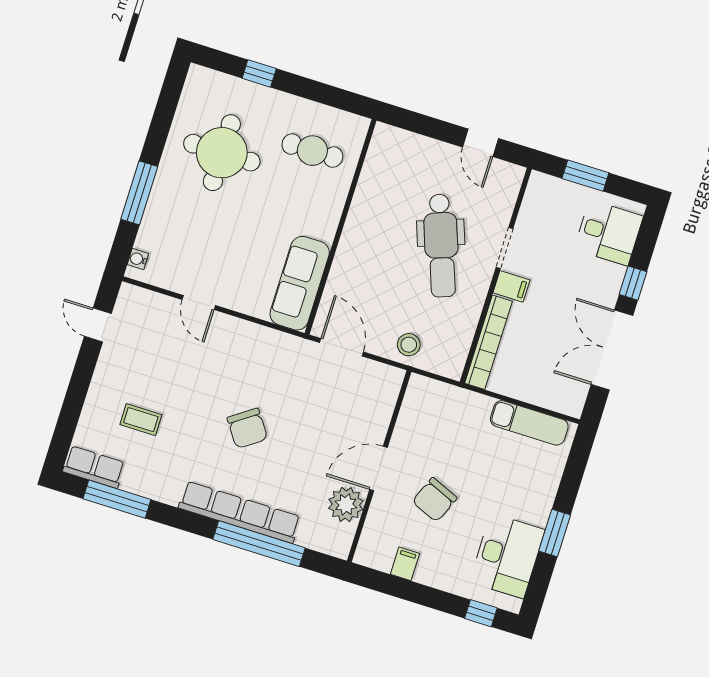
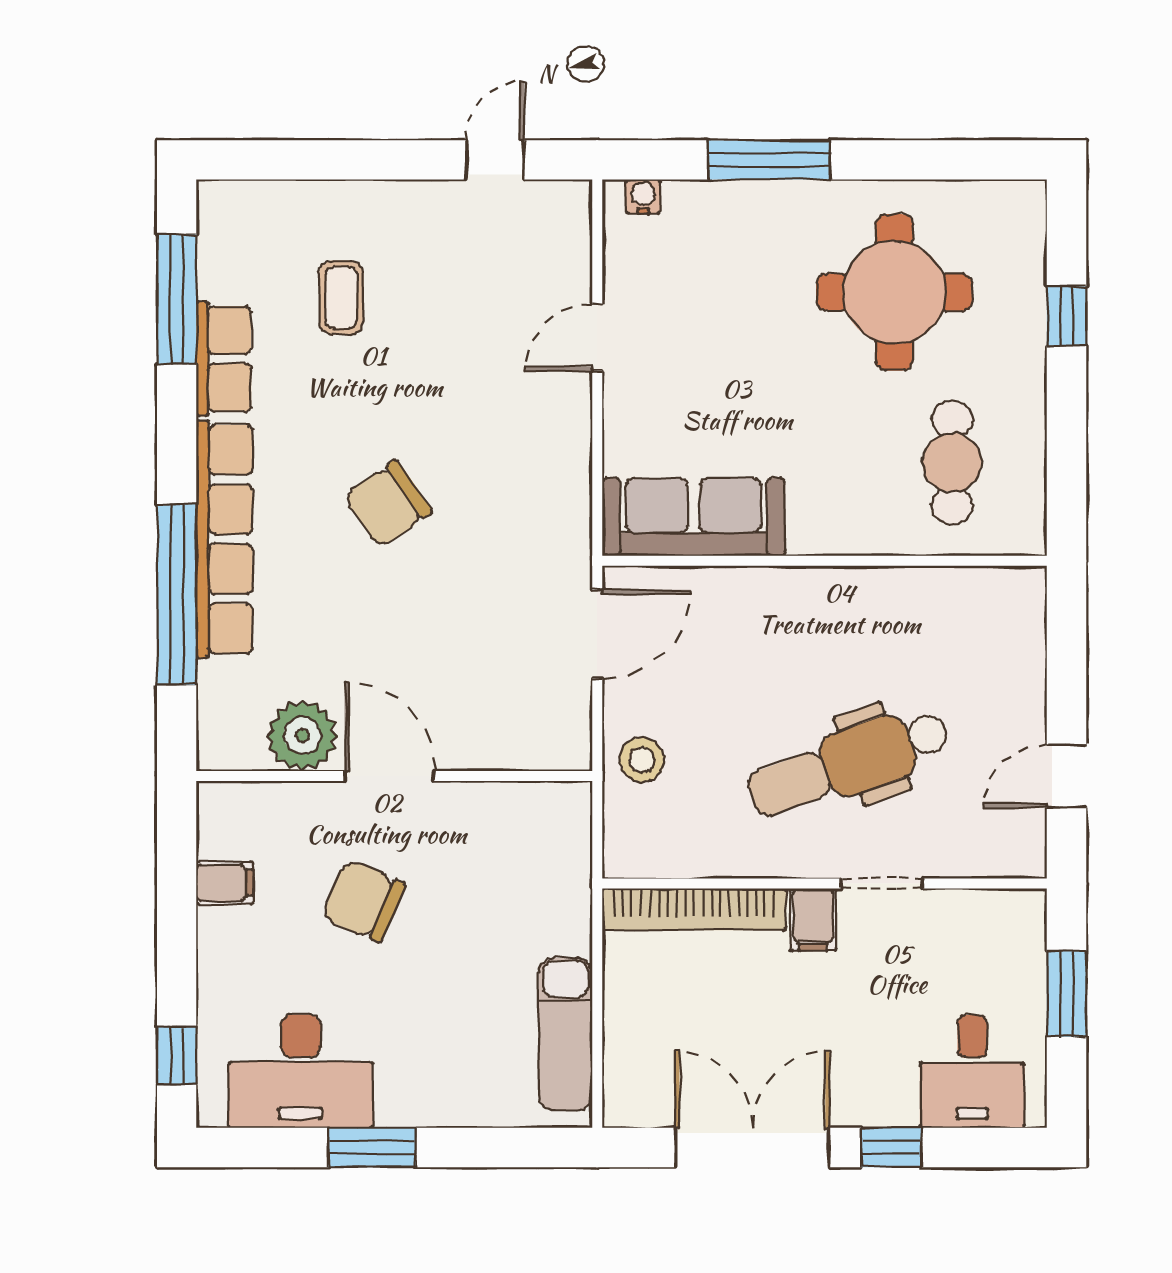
row of seats: (94, 467) -> (224, 359), moved

